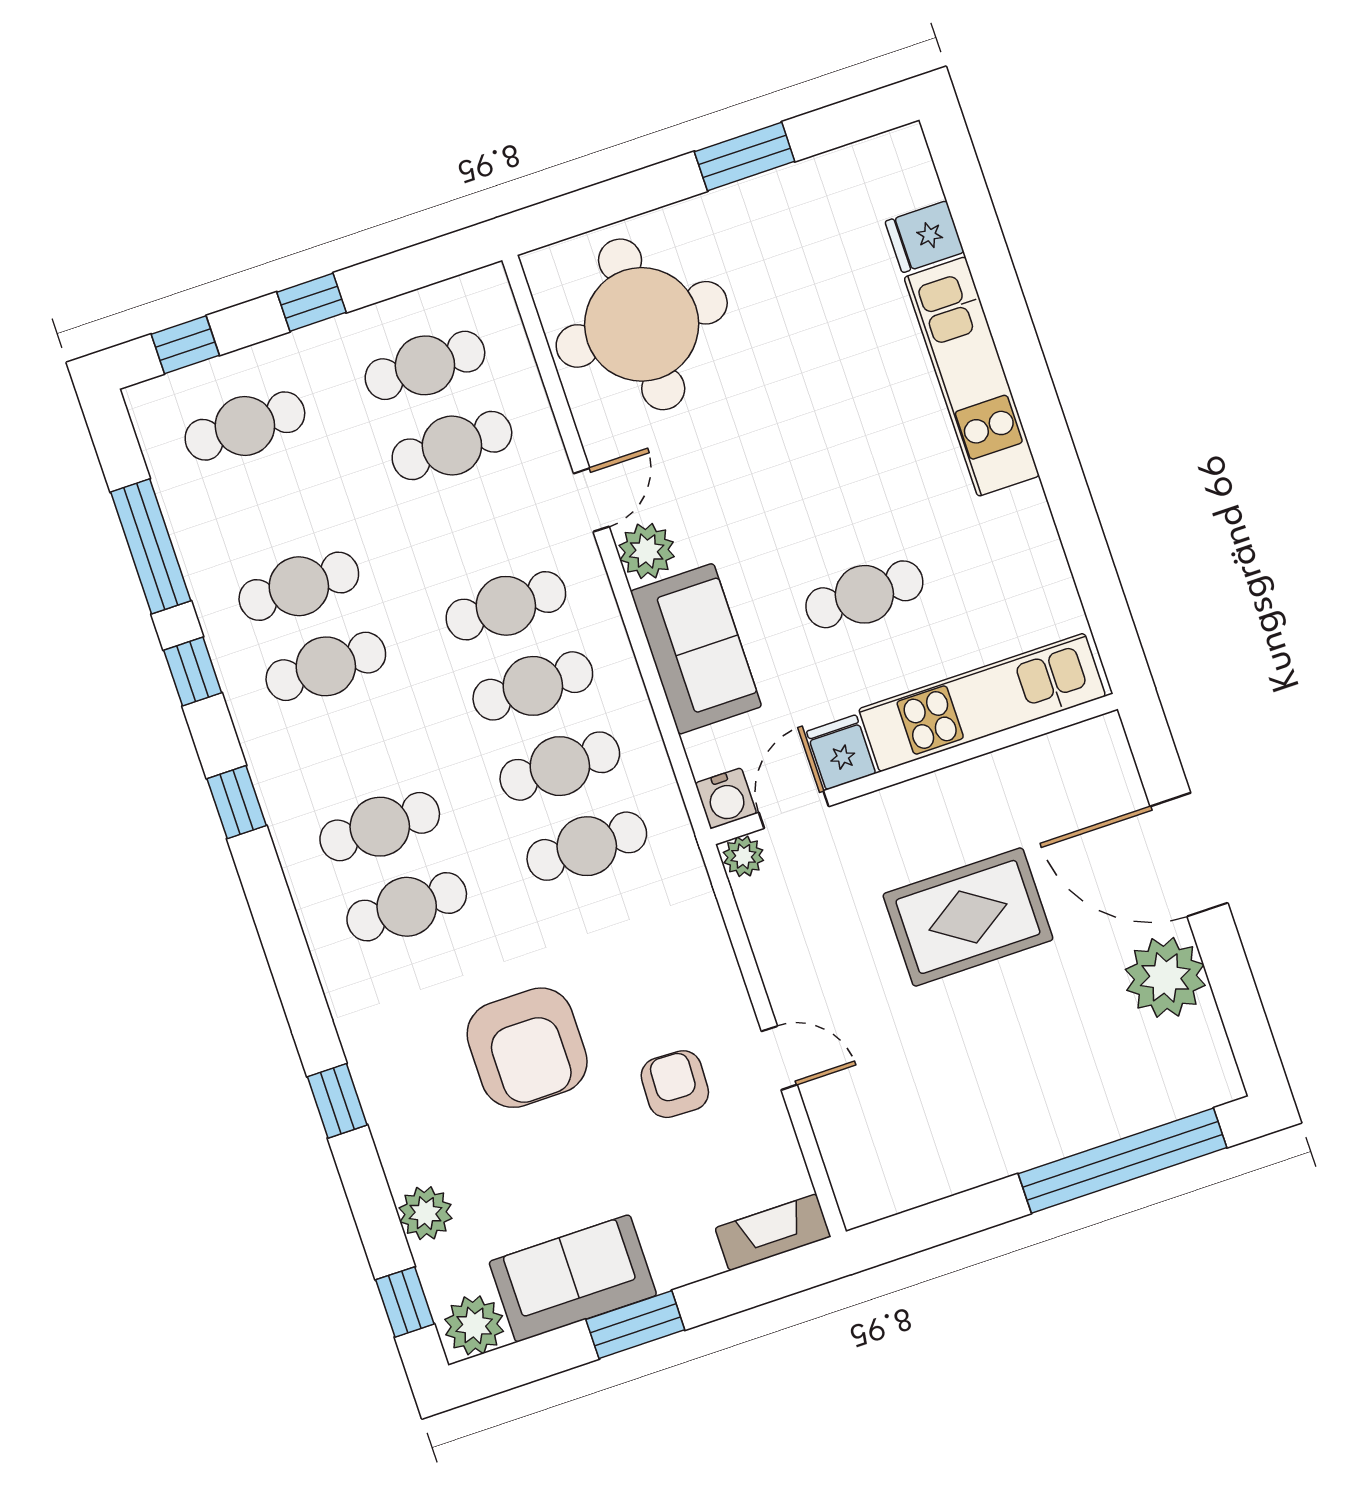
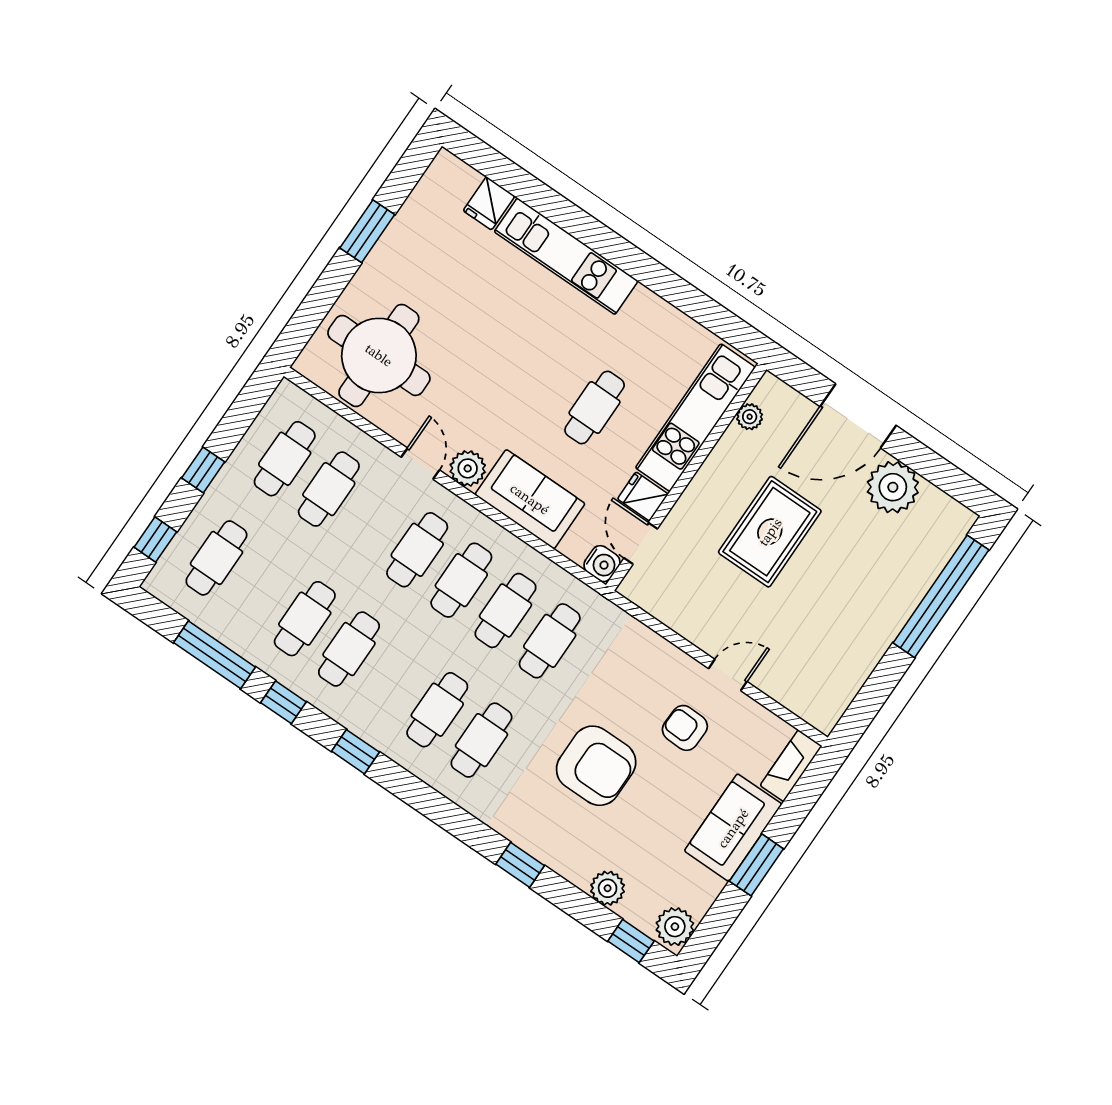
plant: (743, 856) -> (750, 417), moved
sofa: (573, 1278) -> (733, 828), moved

